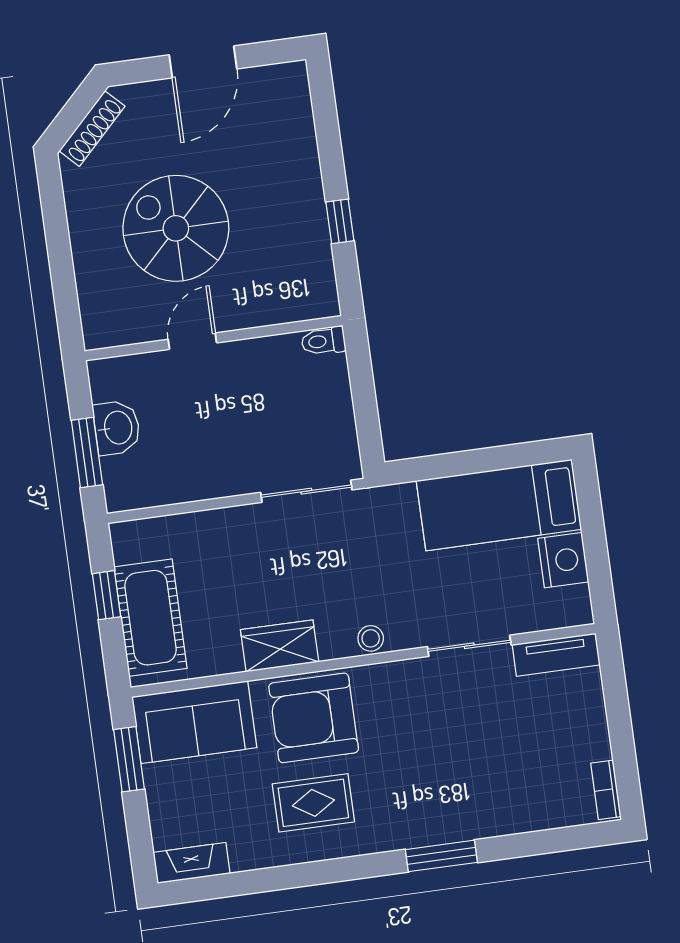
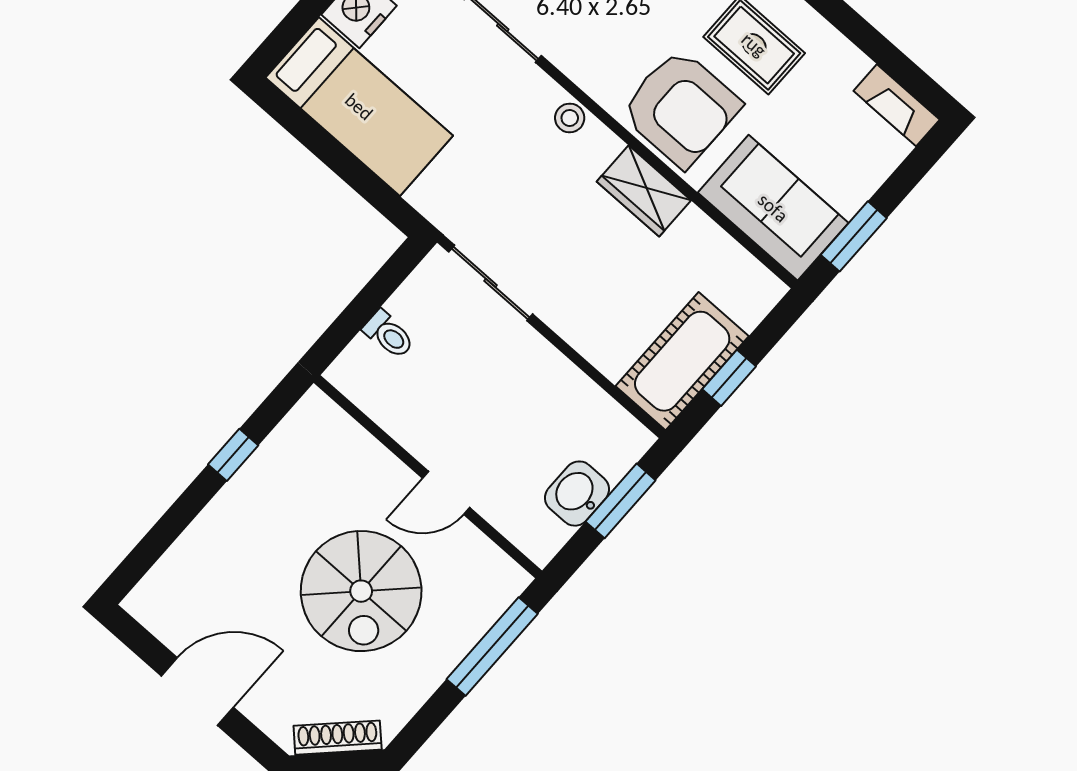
window: (64, 284) -> (492, 647), added
toilet: (323, 341) -> (389, 335), moved
cot: (151, 618) -> (682, 361), moved

